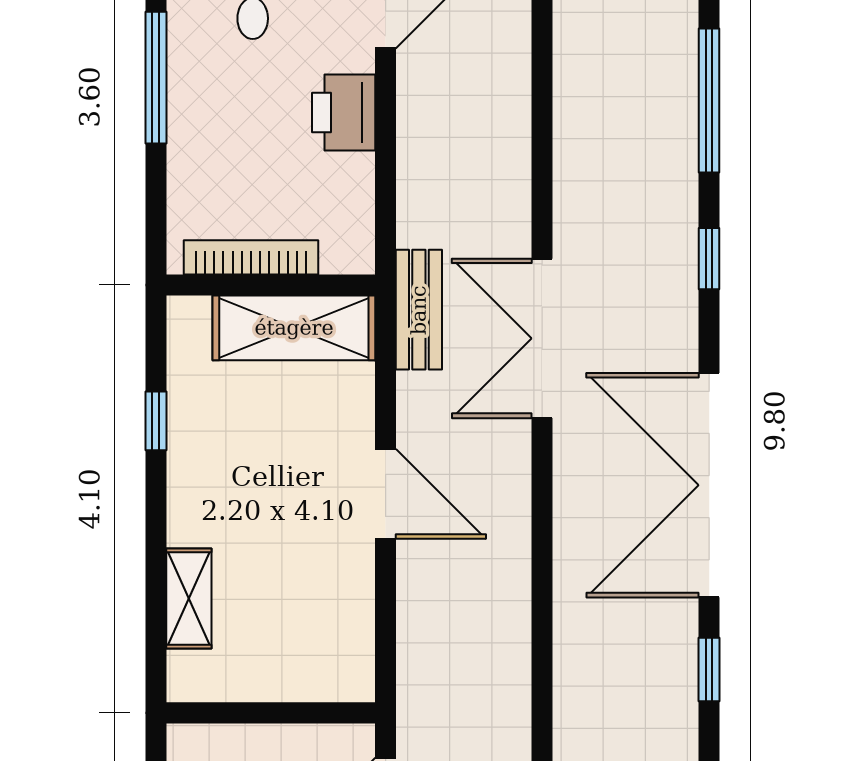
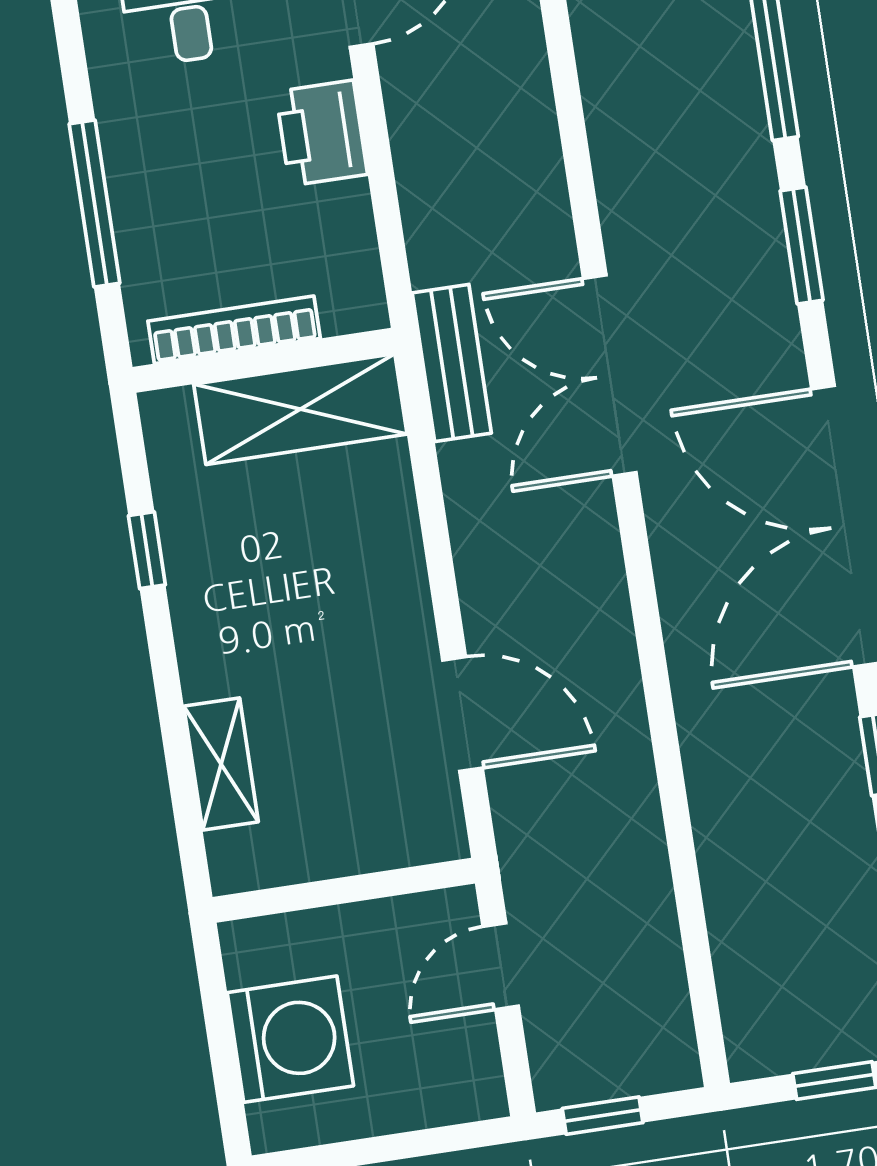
window: (156, 78) -> (95, 204), moved
window: (709, 259) -> (802, 246), width x1.50
door: (386, 494) -> (463, 714), moved

